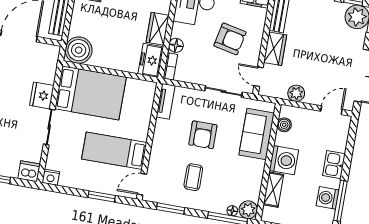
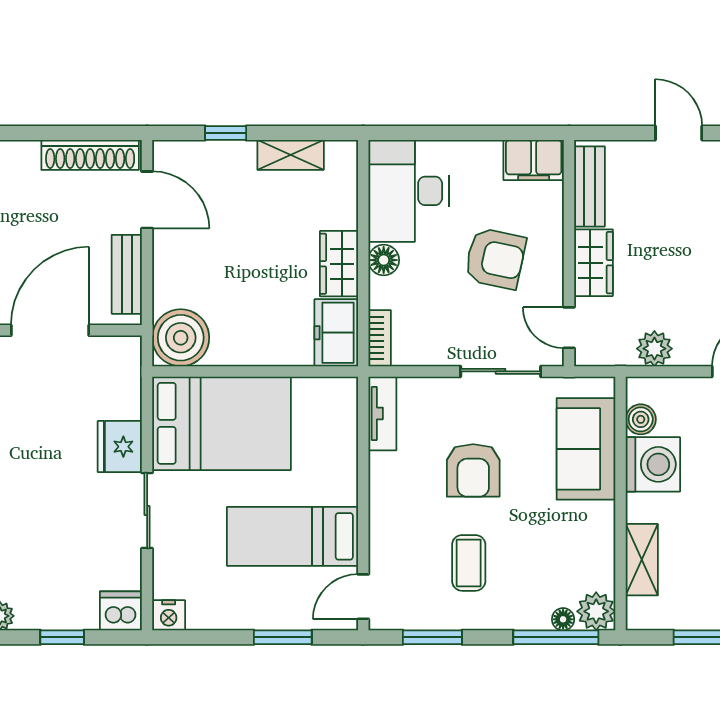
floor lamp: (176, 45) -> (384, 260), moved
washing machine: (284, 160) -> (653, 464), moved

